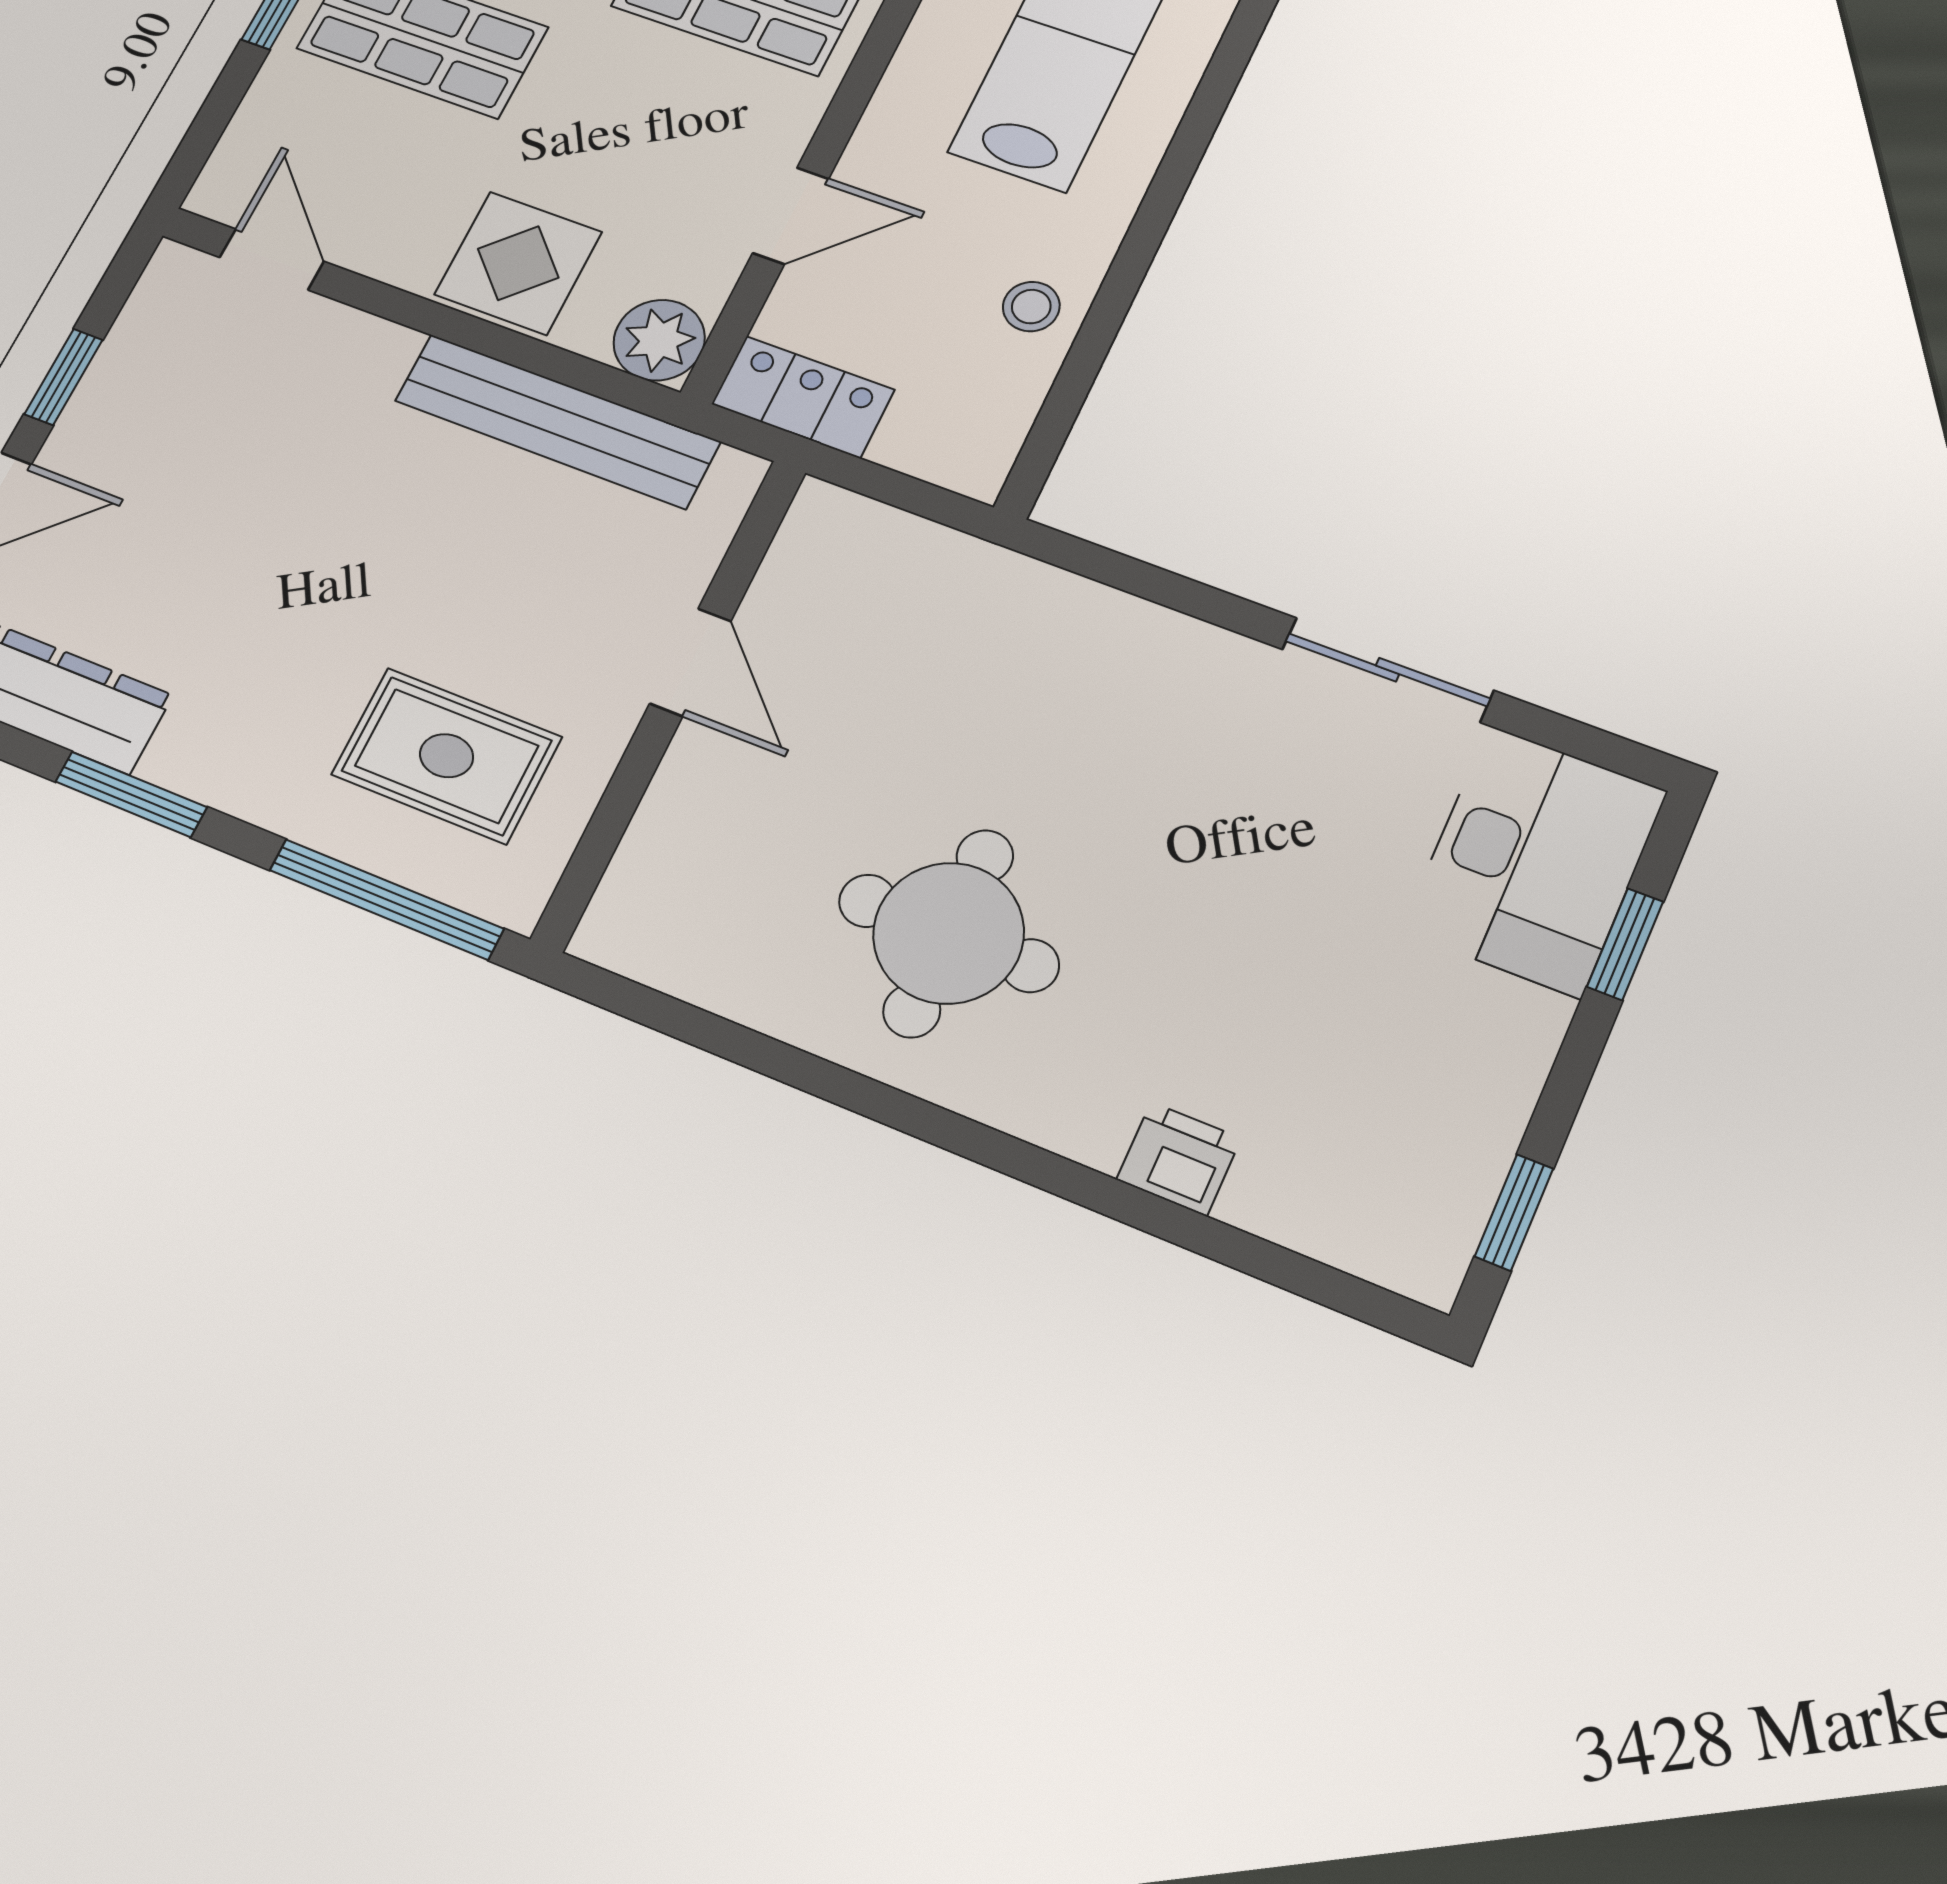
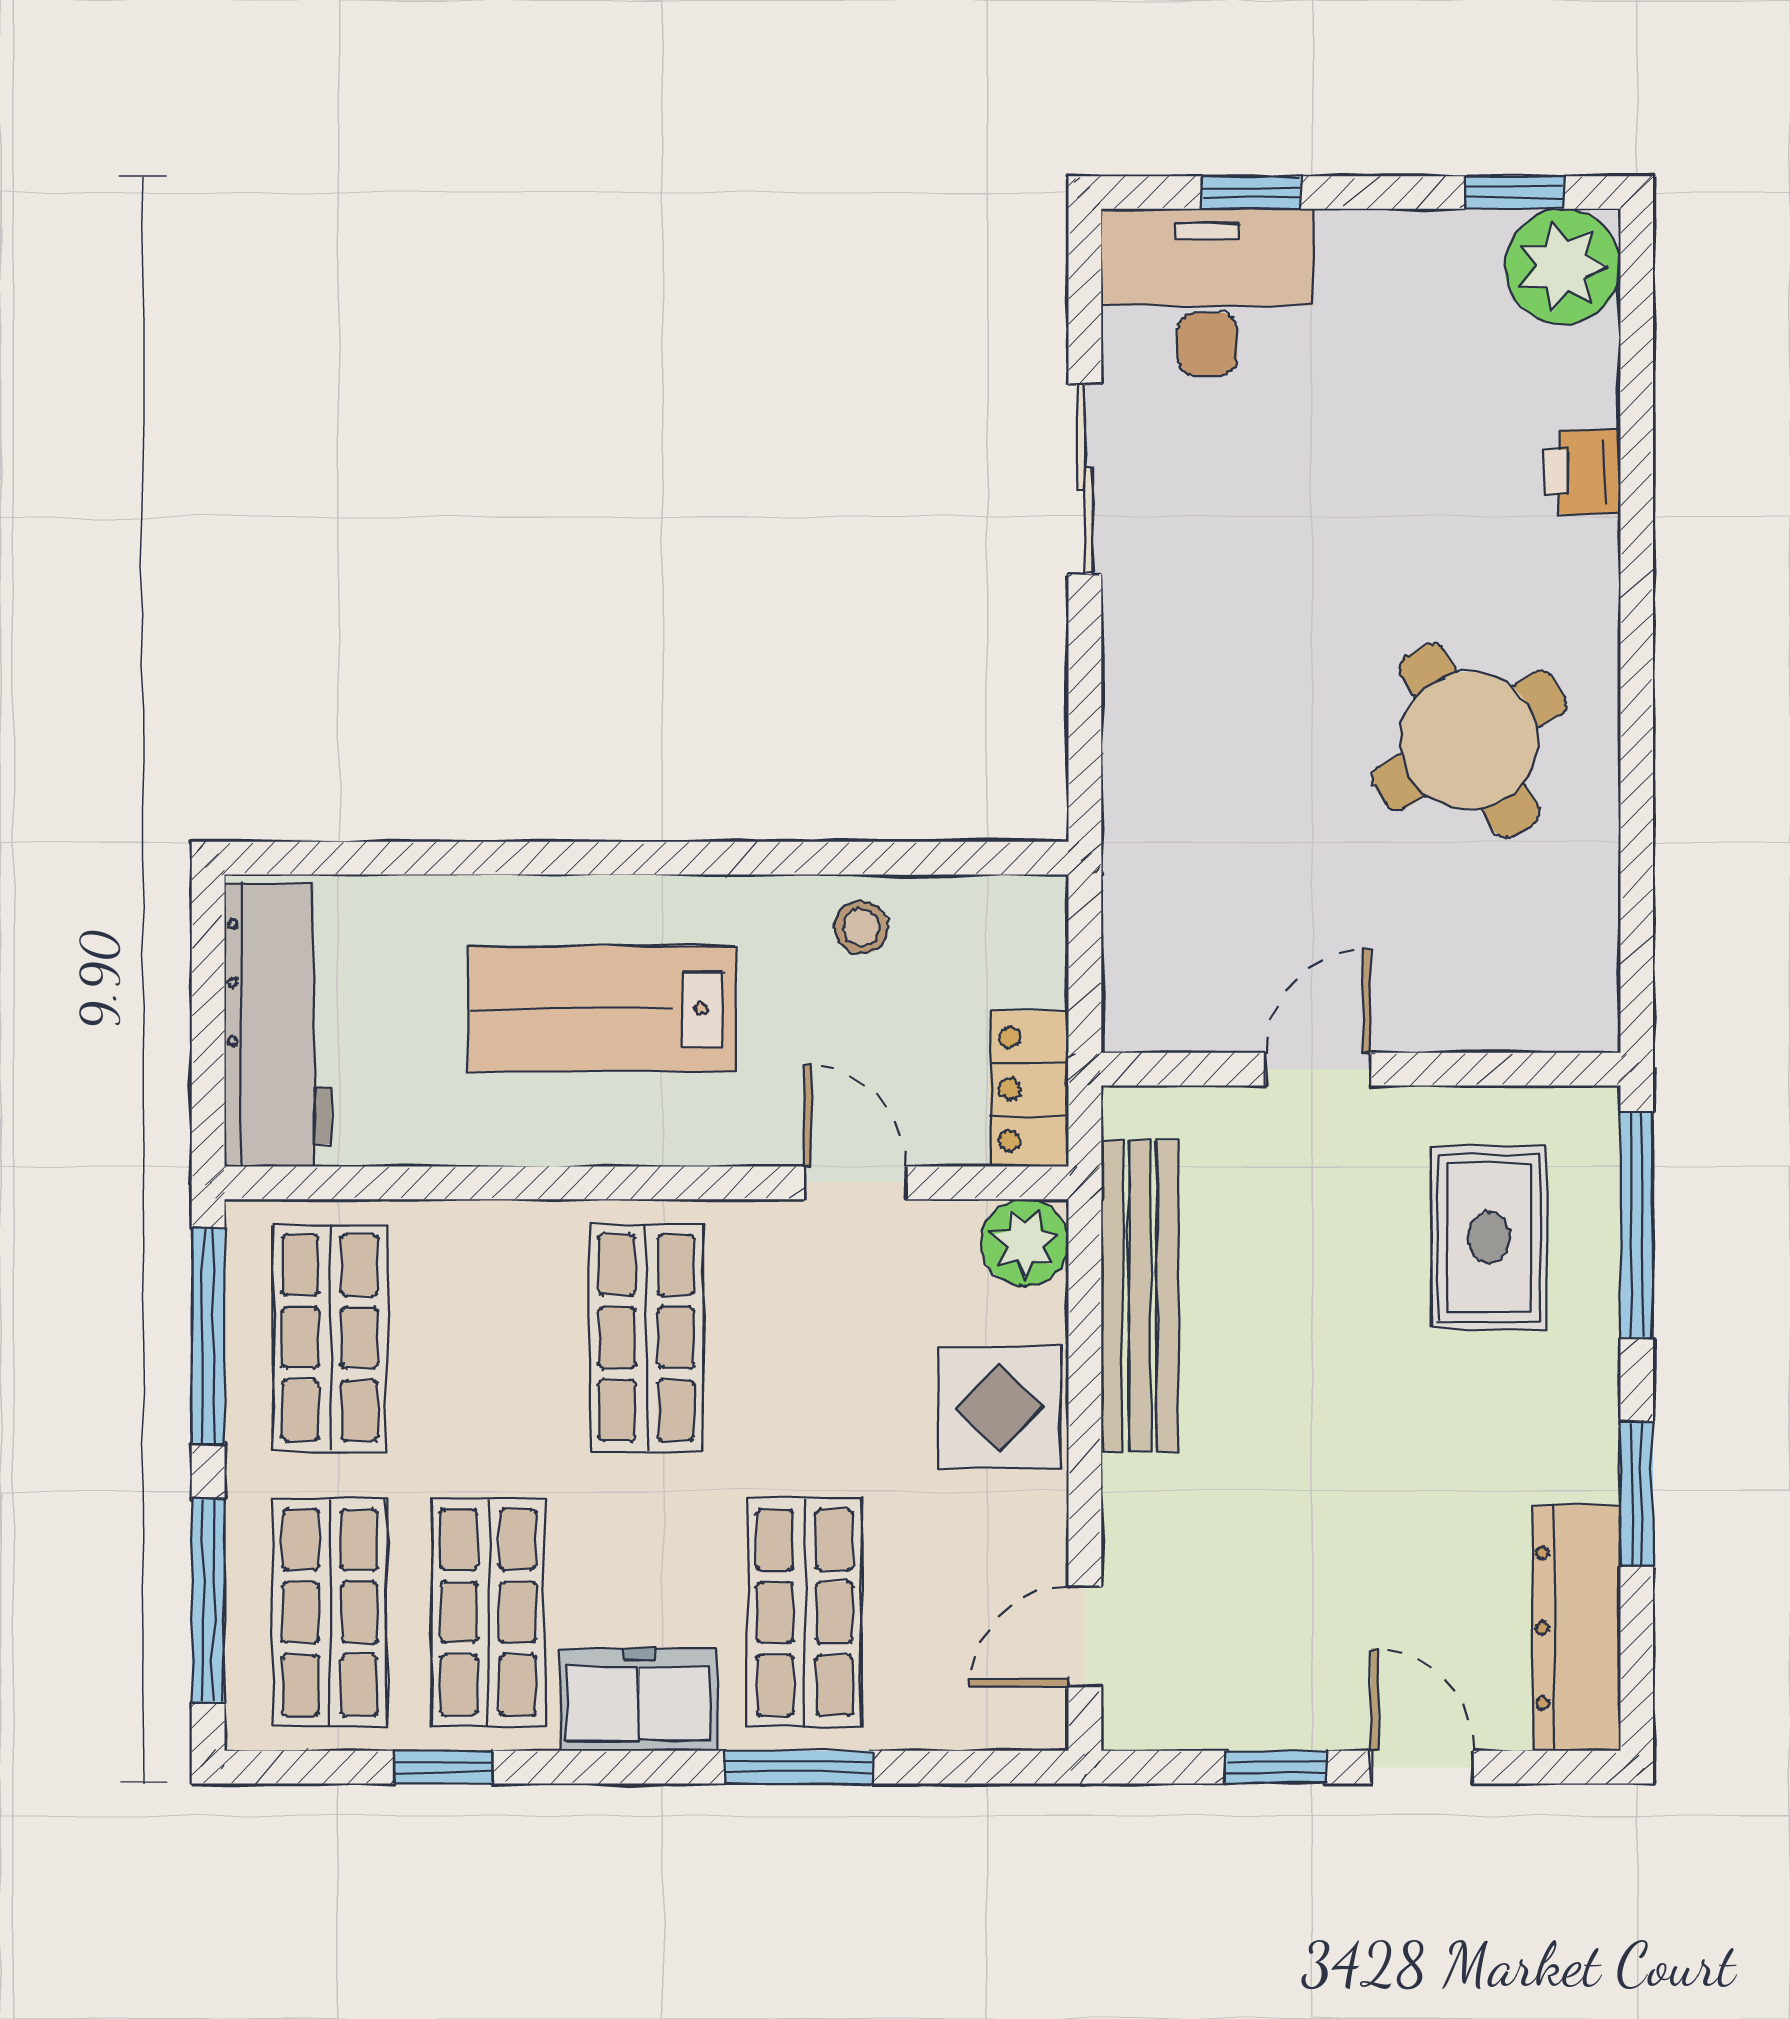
round table: (949, 933) -> (1469, 741), turned -31
plant: (1411, 1229) -> (1563, 267), added

